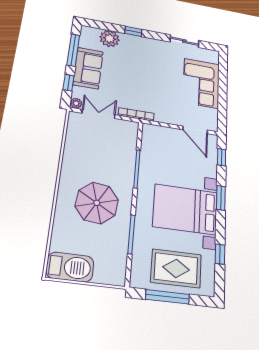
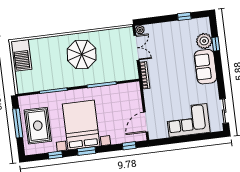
window: (133, 31) -> (216, 44), moved
sliding door: (184, 41) -> (224, 111), moved
window: (73, 50) -> (184, 16), width x0.46
sofa: (88, 68) -> (205, 67), moved, turned 90
window: (68, 83) -> (155, 20), removed
window: (221, 198) -> (87, 151), moved
parasol: (97, 203) -> (82, 54), moved

